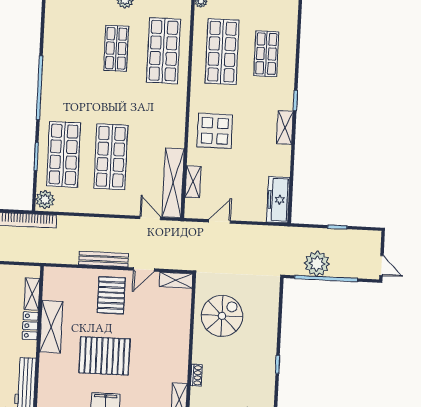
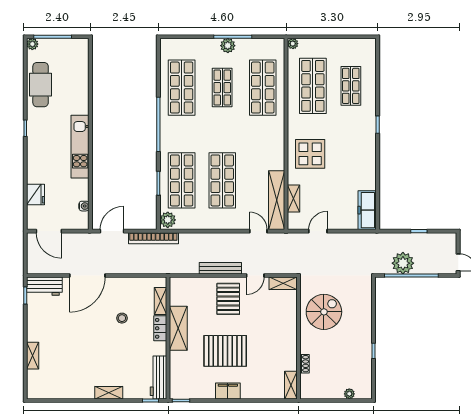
shop shelf: (69, 46) -> (182, 88), added
shelving: (285, 127) -> (370, 148), removed

